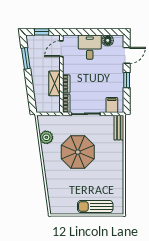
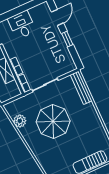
floor lamp: (108, 40) -> (35, 12), removed
filing cabinet: (112, 105) -> (64, 67), removed
bench: (119, 128) -> (81, 88), width x1.36

